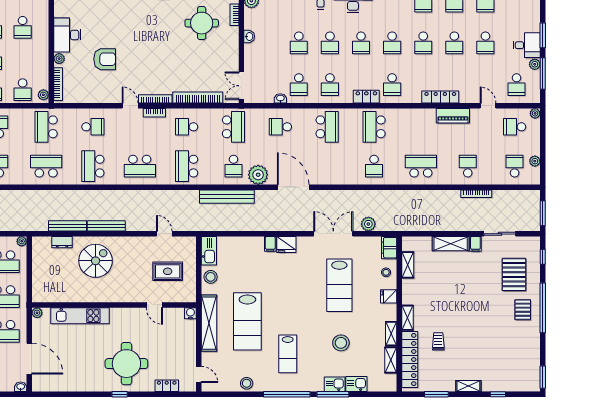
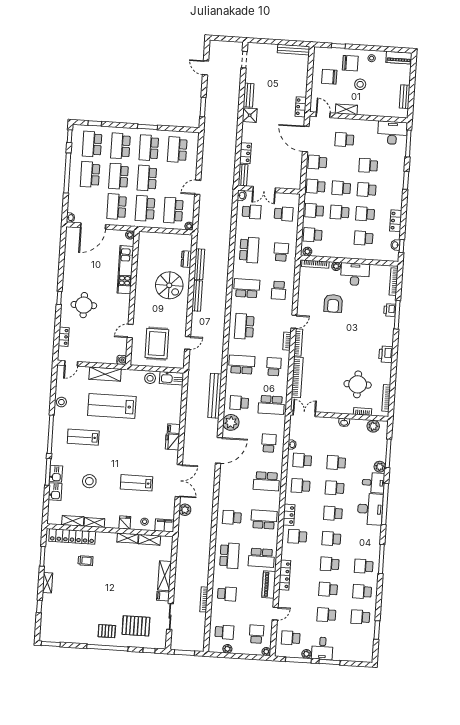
school desk: (46, 127) -> (281, 252), width x0.54
school desk: (421, 127) -> (261, 558), added
rug: (168, 271) -> (157, 344), width x1.36, depth x1.43
lab bench: (339, 285) -> (136, 483), width x0.73, depth x0.72
shelving: (407, 318) -> (128, 538), moved
shelving: (209, 323) -> (105, 374), width x0.68
round table: (126, 364) -> (84, 305), width x0.73, depth x0.73

